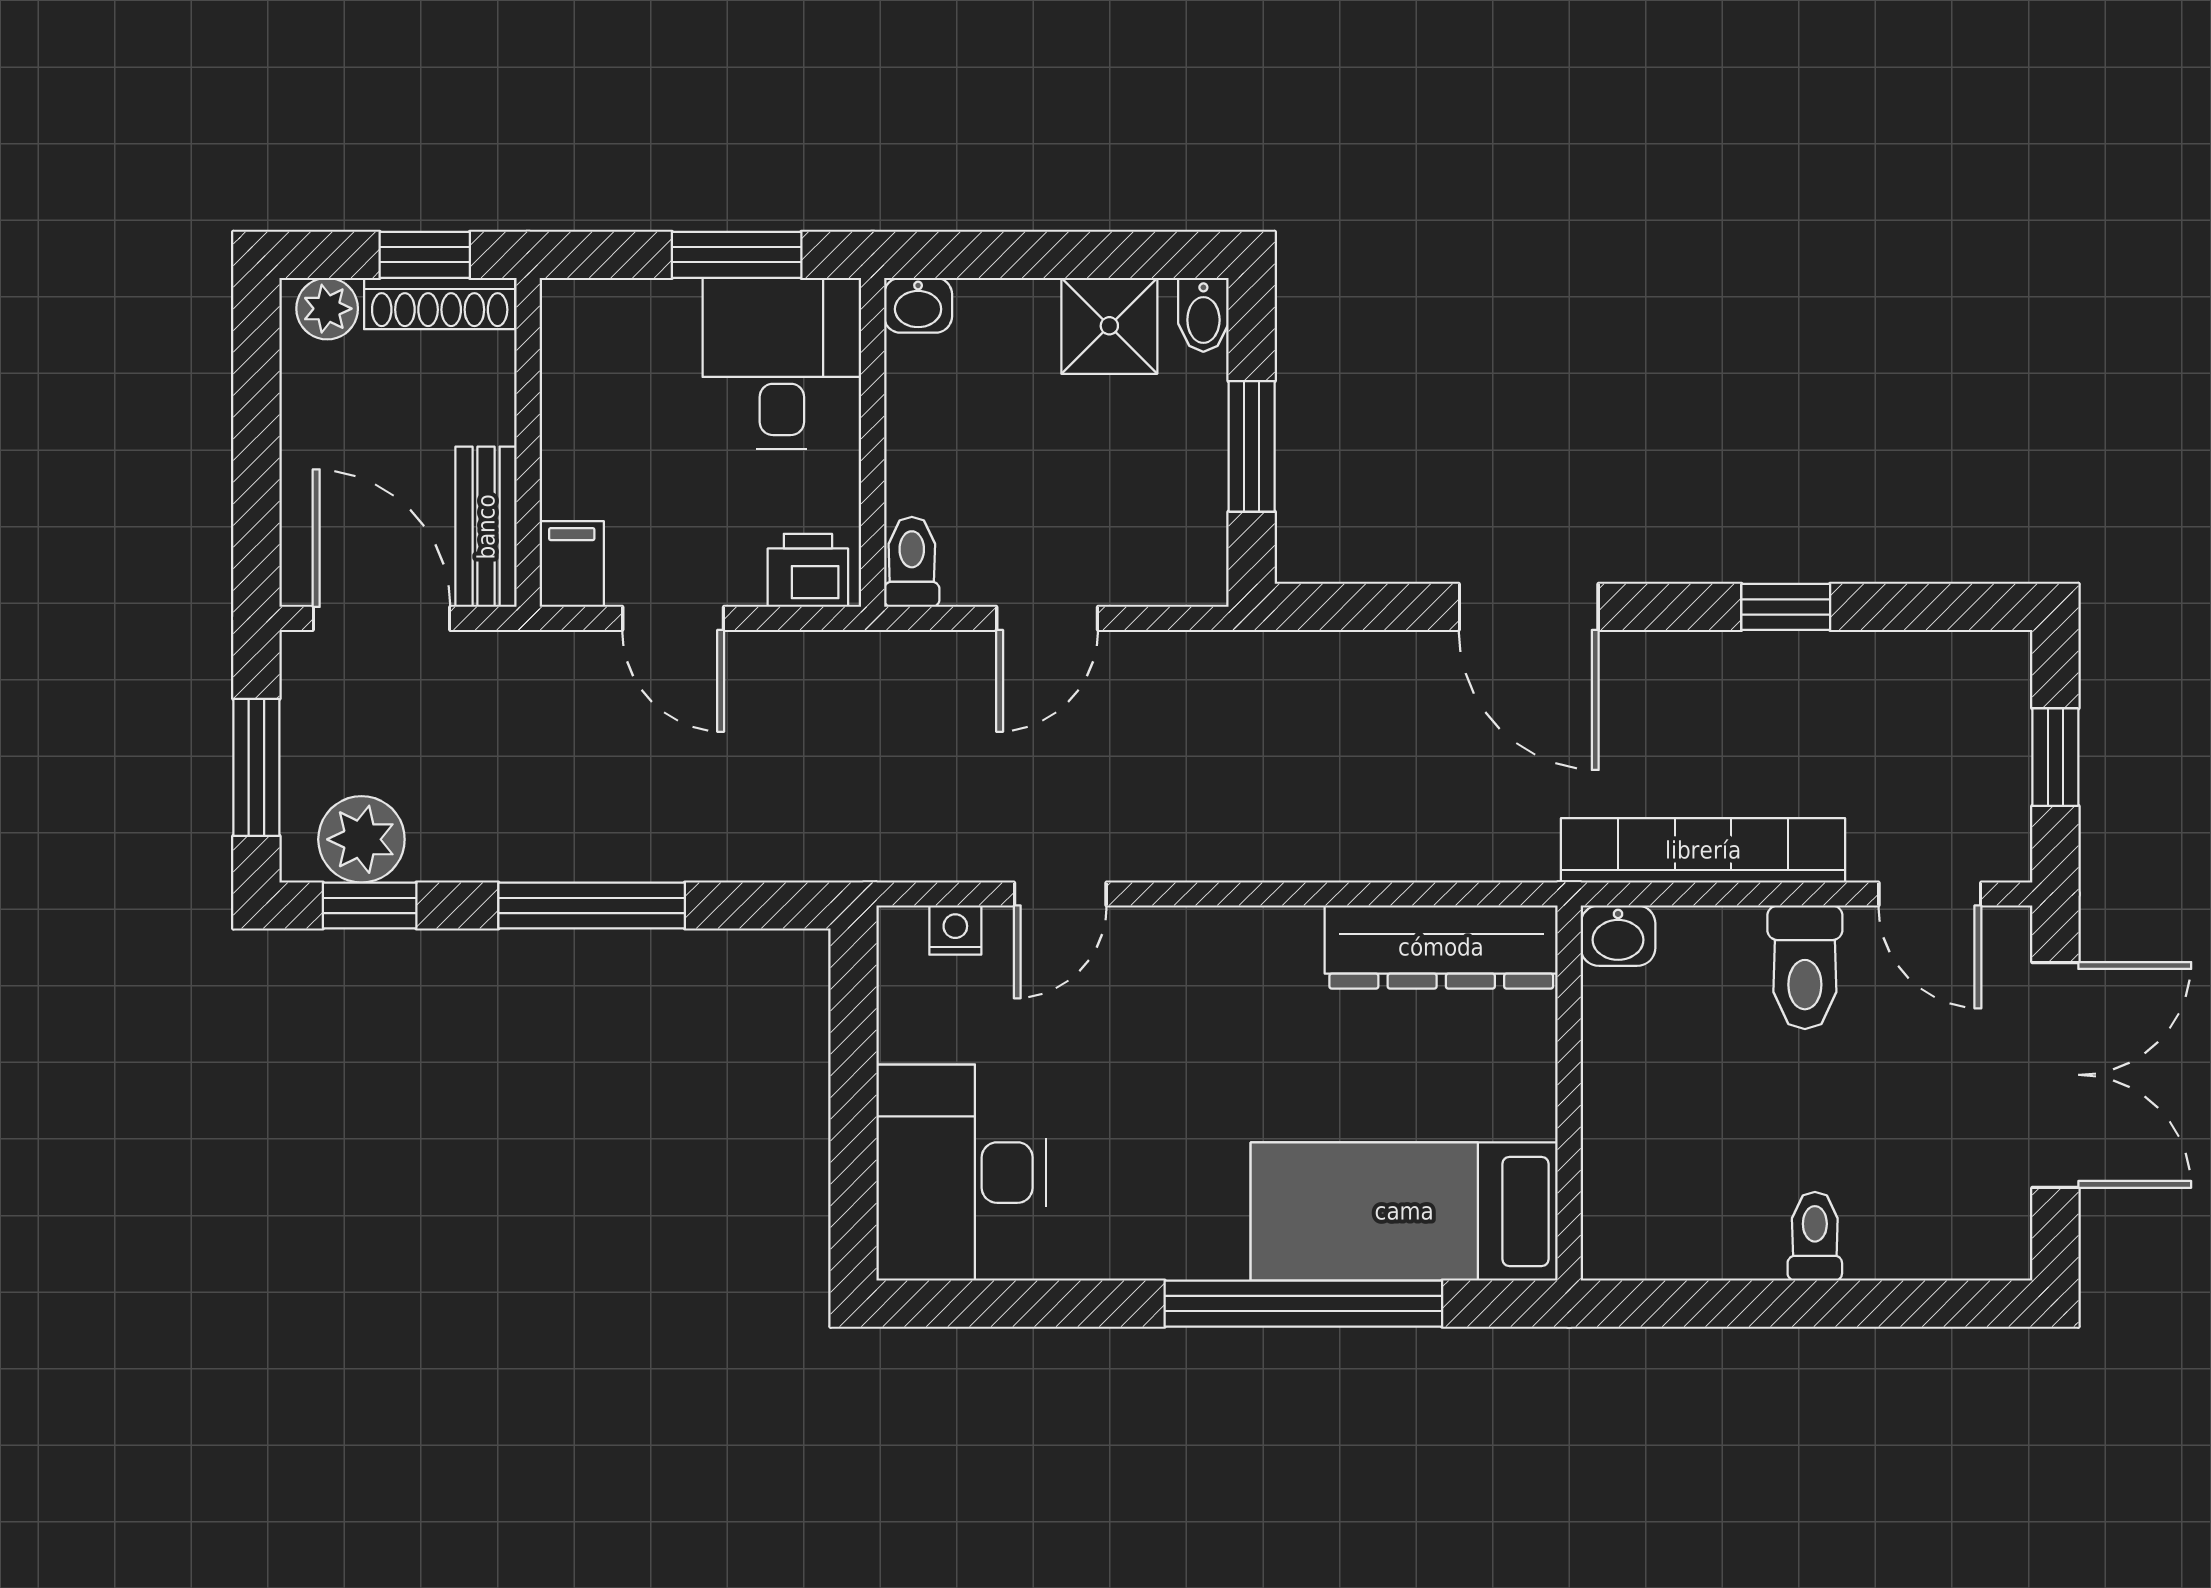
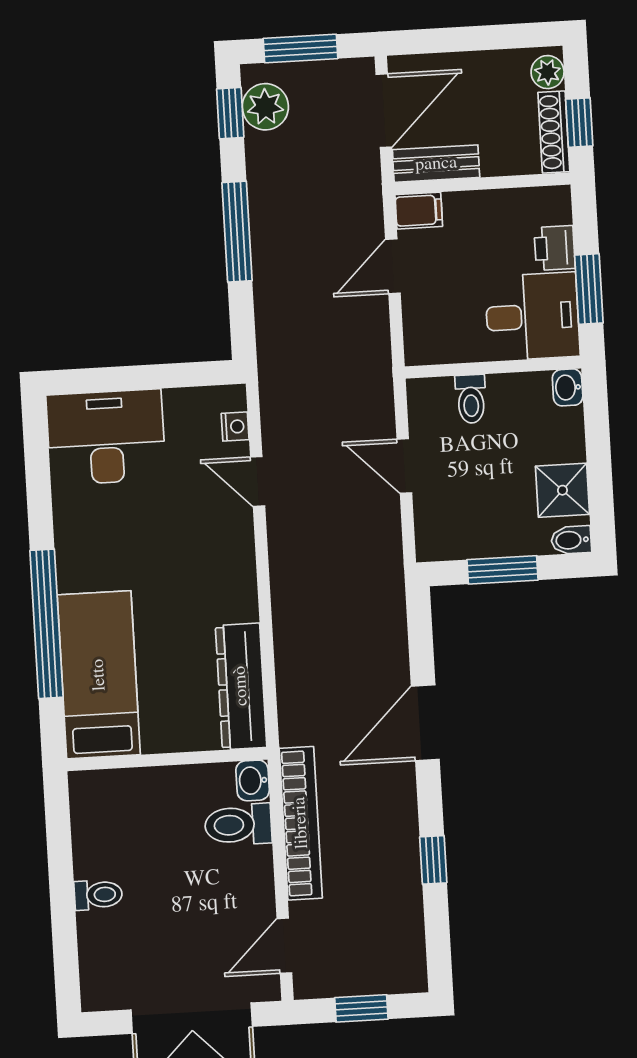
toilet: (912, 562) -> (471, 399), moved, turned 90
printer: (808, 570) -> (555, 248), moved, turned 180
toilet: (1805, 967) -> (238, 825), moved

